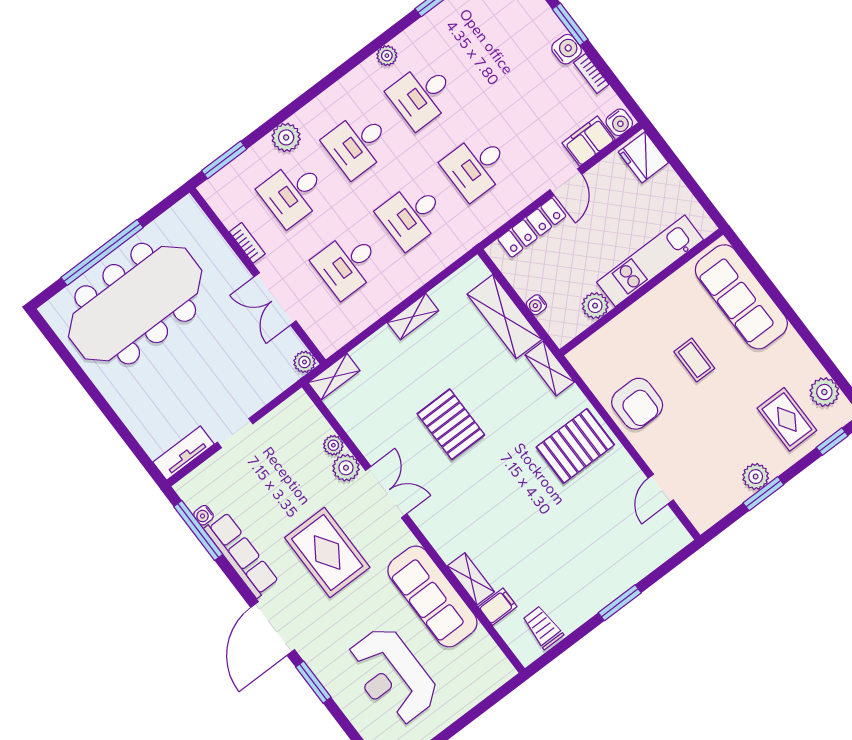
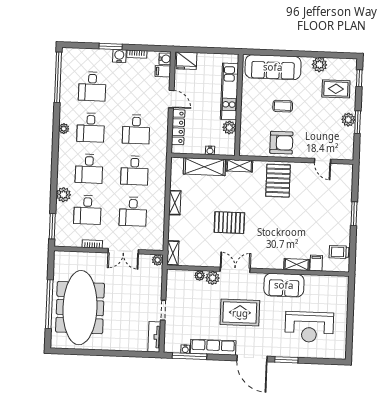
desk: (486, 46) -> (92, 86), added
filing cabinet: (589, 141) -> (163, 71), width x0.50
plant: (824, 392) -> (319, 65), moved
sofa: (432, 596) -> (284, 285), width x0.73

